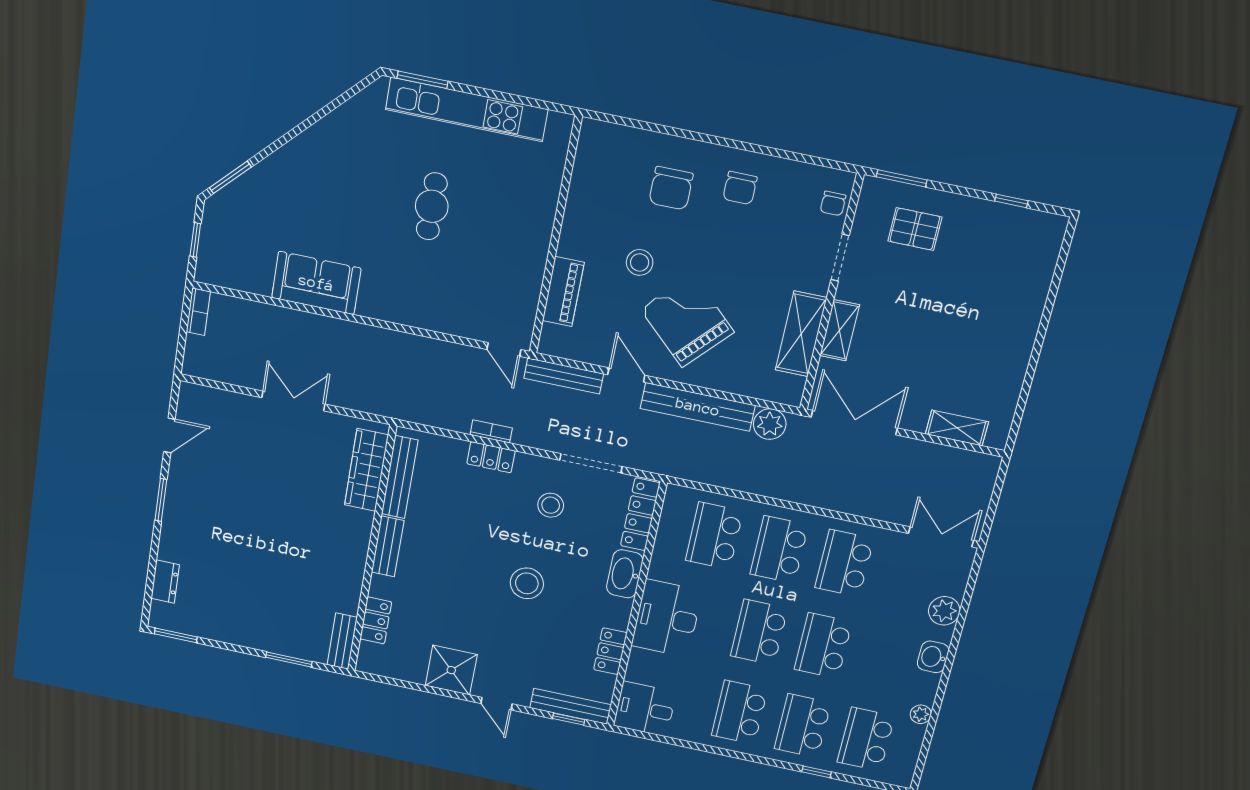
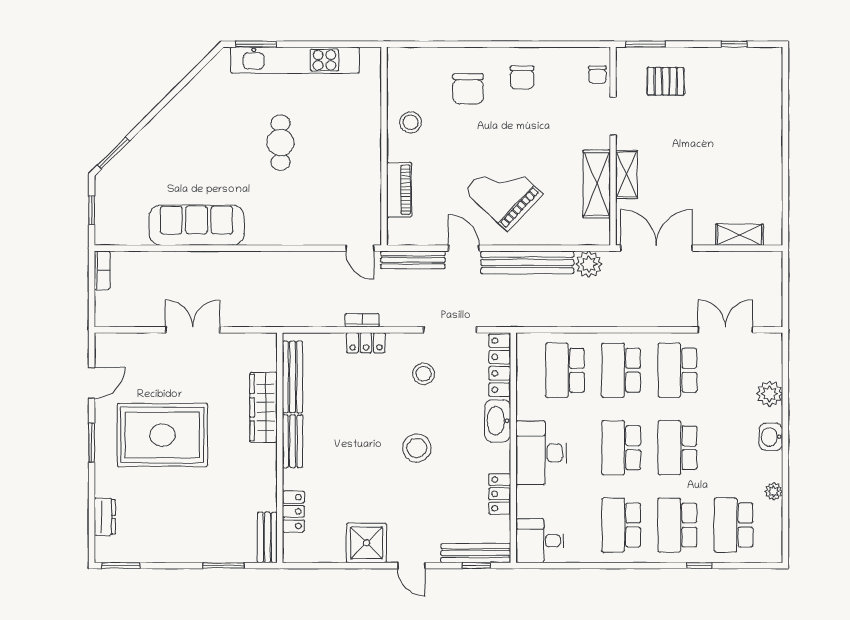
stool: (640, 262) -> (411, 122), moved
sofa: (316, 283) -> (197, 225), width x1.36
wardrobe: (366, 470) -> (263, 407), moved
rug: (242, 509) -> (162, 435), added
double door: (941, 537) -> (725, 330), moved

